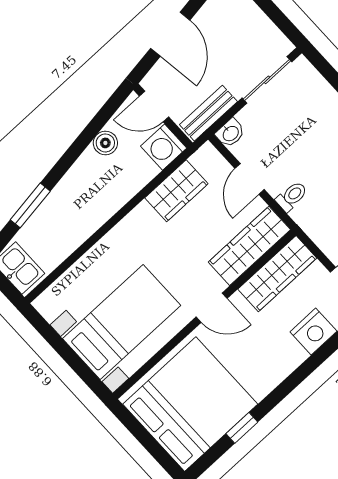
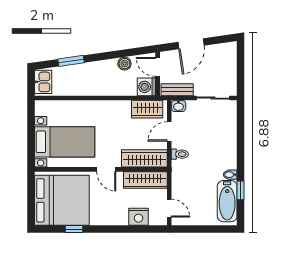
wardrobe: (176, 191) -> (147, 109), moved

